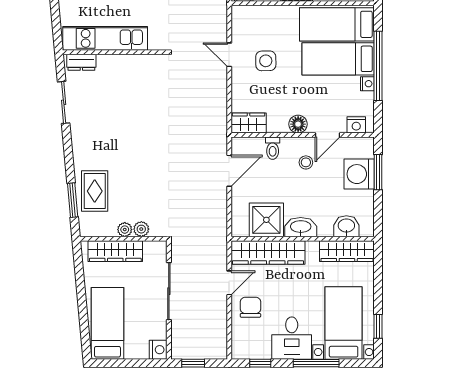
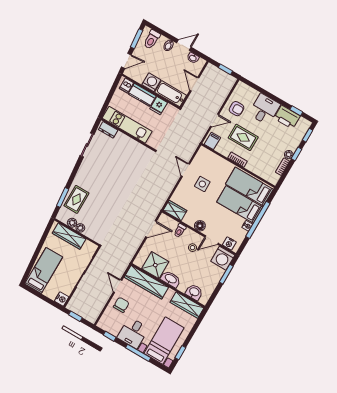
washing machine: (359, 174) -> (223, 258), moved, turned -90
plant: (141, 229) -> (72, 223), moved
door: (229, 283) -> (118, 286), swing flipped

